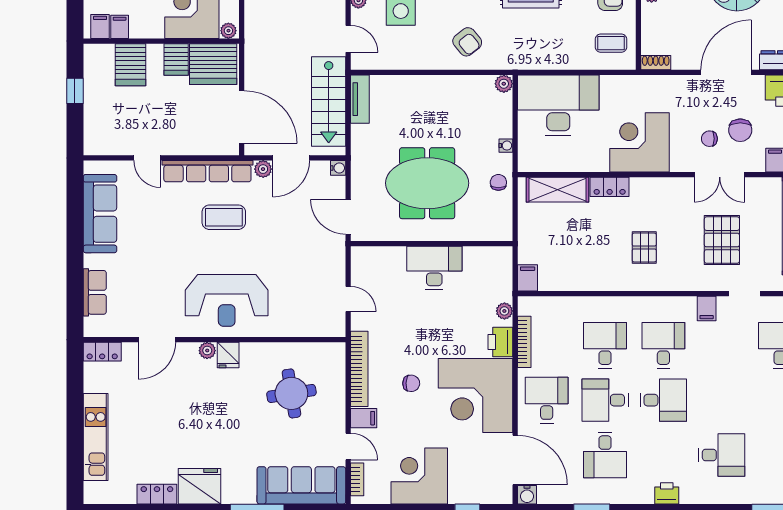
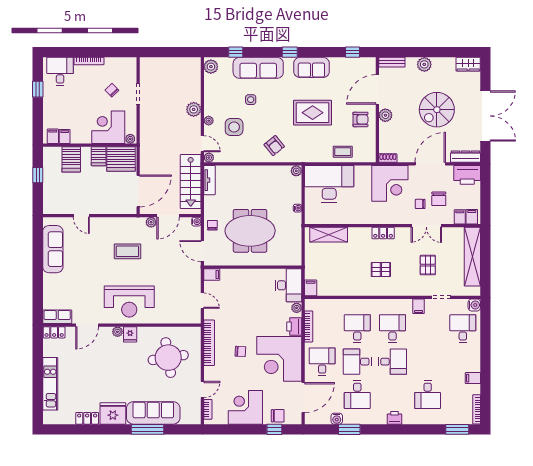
coffee table: (611, 43) -> (343, 152), moved
plant: (359, 62) -> (209, 158), added
door: (242, 117) -> (138, 191), hinge flipped
corner desk: (640, 142) -> (390, 183), moved, turned 180
row of seats: (207, 171) -> (118, 224), removed
chair: (498, 182) -> (212, 225), moved
locker: (610, 187) -> (383, 233), moved
pallet: (722, 240) -> (428, 265), width x0.67, depth x0.71
pallet: (644, 248) -> (381, 270), turned 90
desk: (434, 268) -> (289, 285), moved, turned 90
row of seats: (95, 292) -> (57, 317), moved, turned -90
round table: (291, 393) -> (168, 358), width x1.36, depth x1.36
filing cabinet: (364, 418) -> (212, 275), moved
door: (348, 446) -> (202, 390), hinge flipped
desk: (722, 455) -> (428, 395), turned 90
door: (515, 460) -> (303, 398), hinge flipped
sofa: (301, 485) -> (153, 413), moved
chair: (473, 490) -> (278, 416), added
water cooler: (527, 495) -> (337, 419), moved

